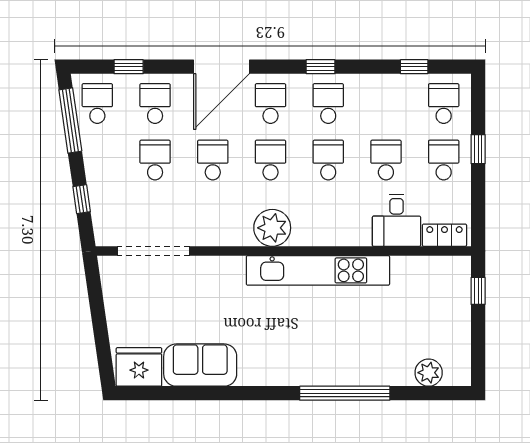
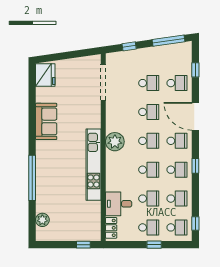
window: (414, 67) -> (195, 223), moved
school desk: (97, 104) -> (177, 199), moved
sofa: (200, 365) -> (46, 121), moved

